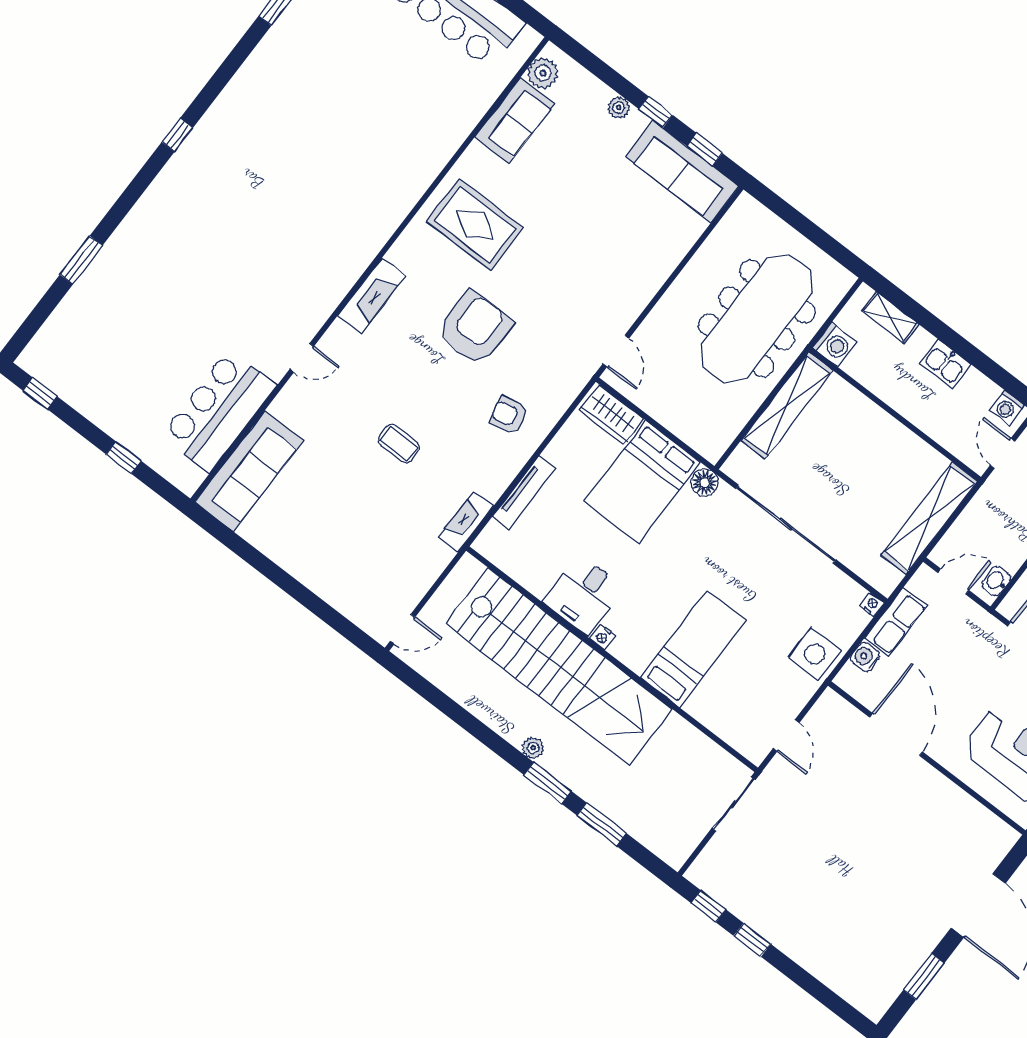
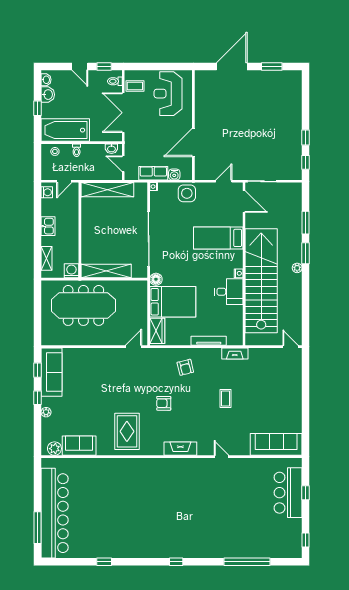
window: (81, 260) -> (247, 562), width x2.11
armchair: (475, 328) -> (164, 403), width x0.53, depth x0.53
bar counter: (219, 411) -> (288, 493), moved, turned 90
door: (723, 744) -> (244, 201), added

